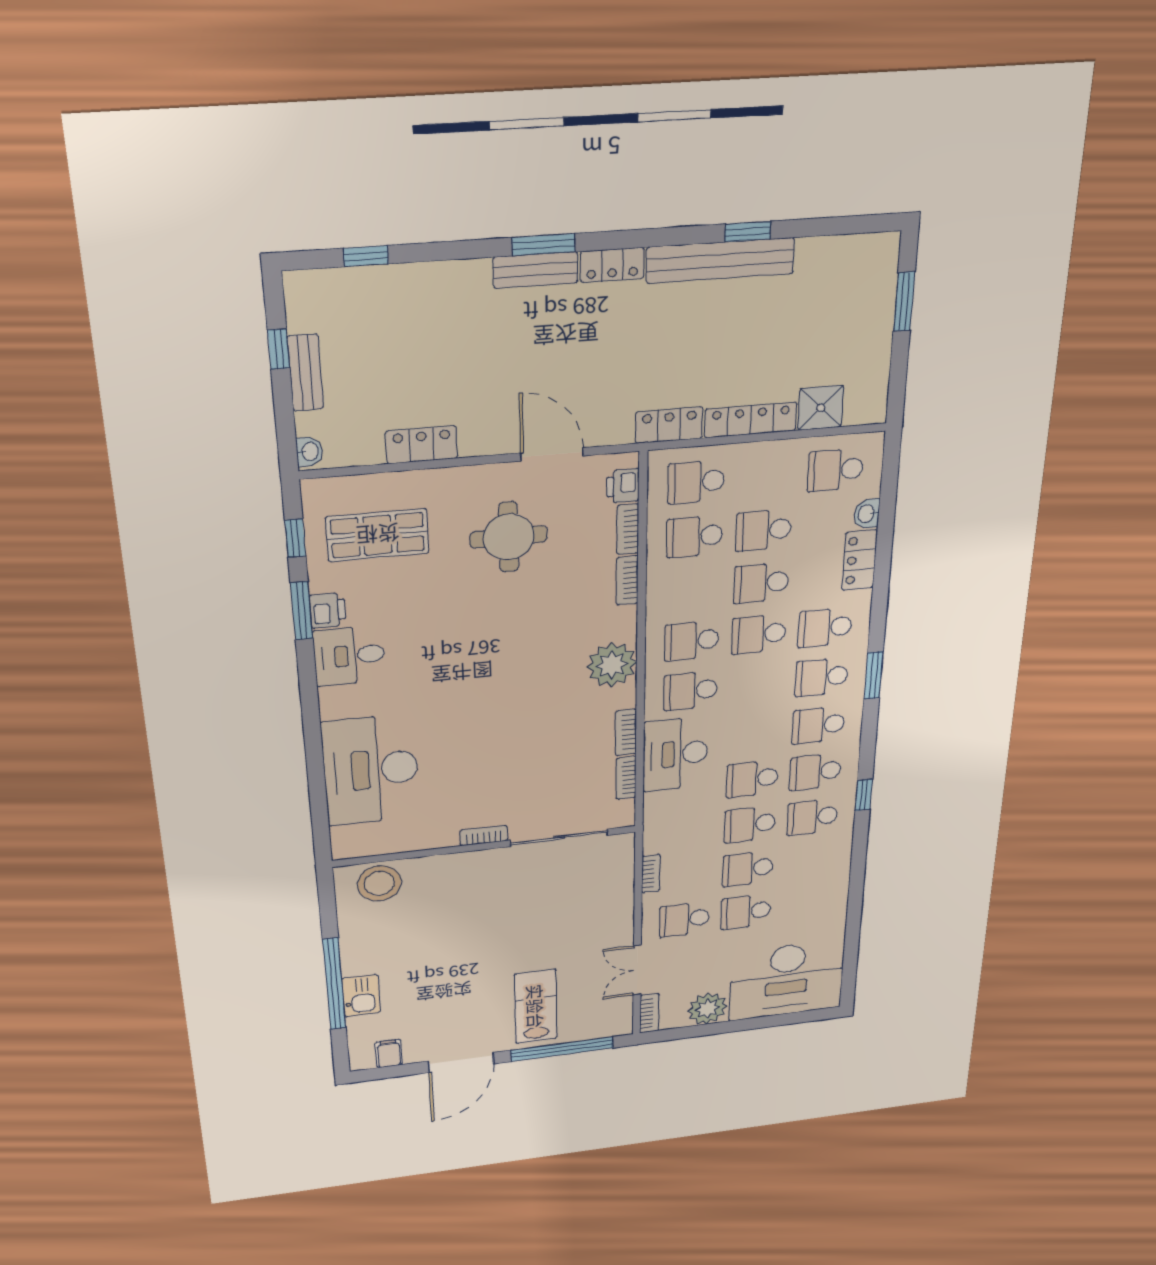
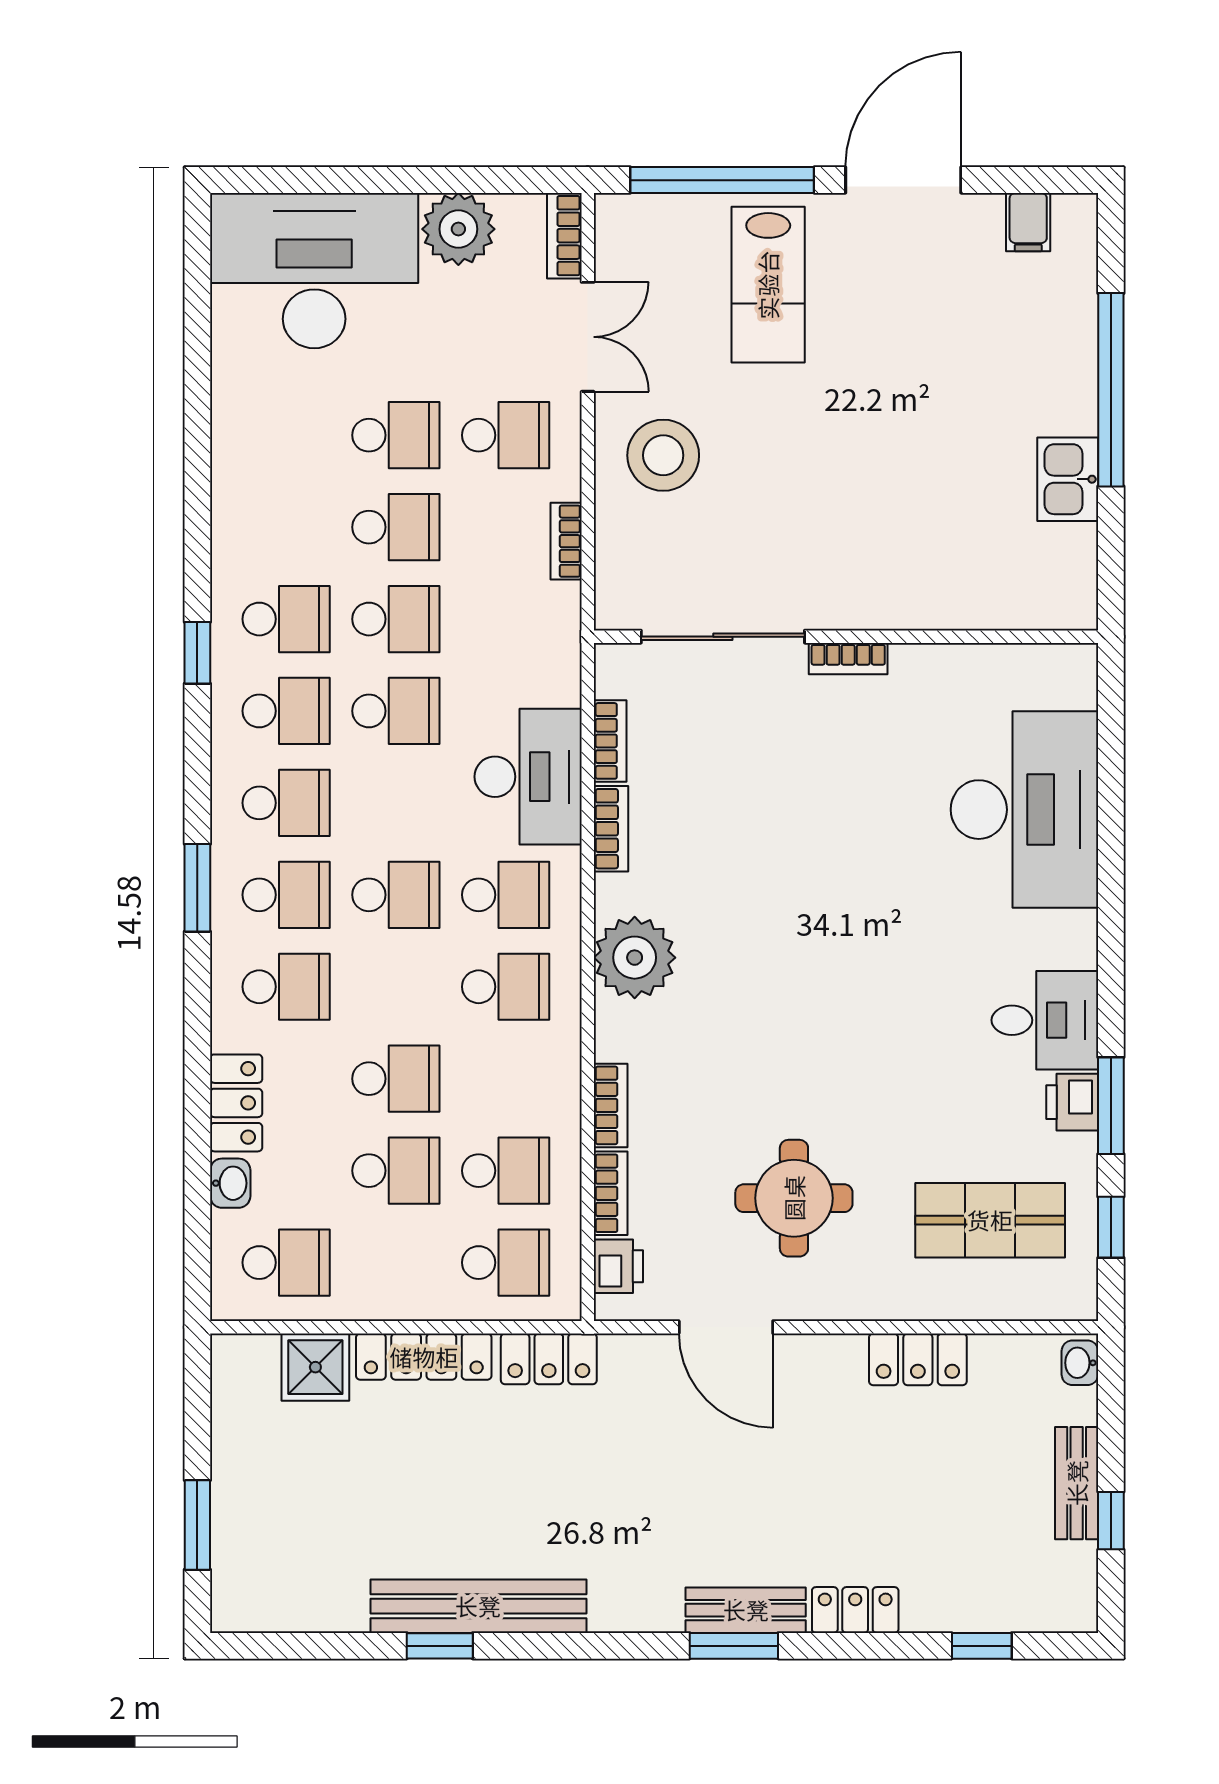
locker: (612, 265) -> (855, 1610), moved
school desk: (759, 634) -> (396, 895), moved
stool: (379, 883) -> (663, 455), moved
kitchen sink: (361, 996) -> (1068, 479), moved

